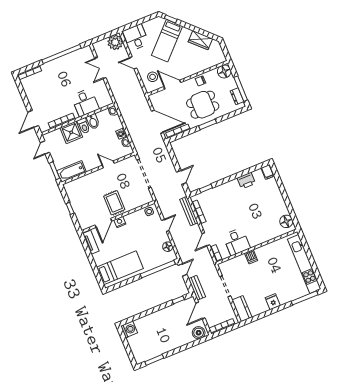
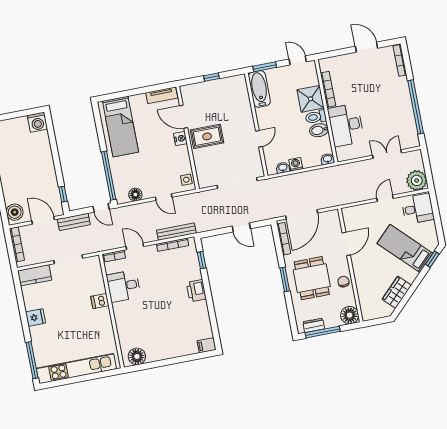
stool: (153, 77) -> (362, 220), removed
desk: (85, 102) -> (346, 125), width x1.37
door: (33, 119) -> (366, 47), moved
door: (181, 177) -> (241, 227), moved
printer: (246, 181) -> (196, 291), moved

